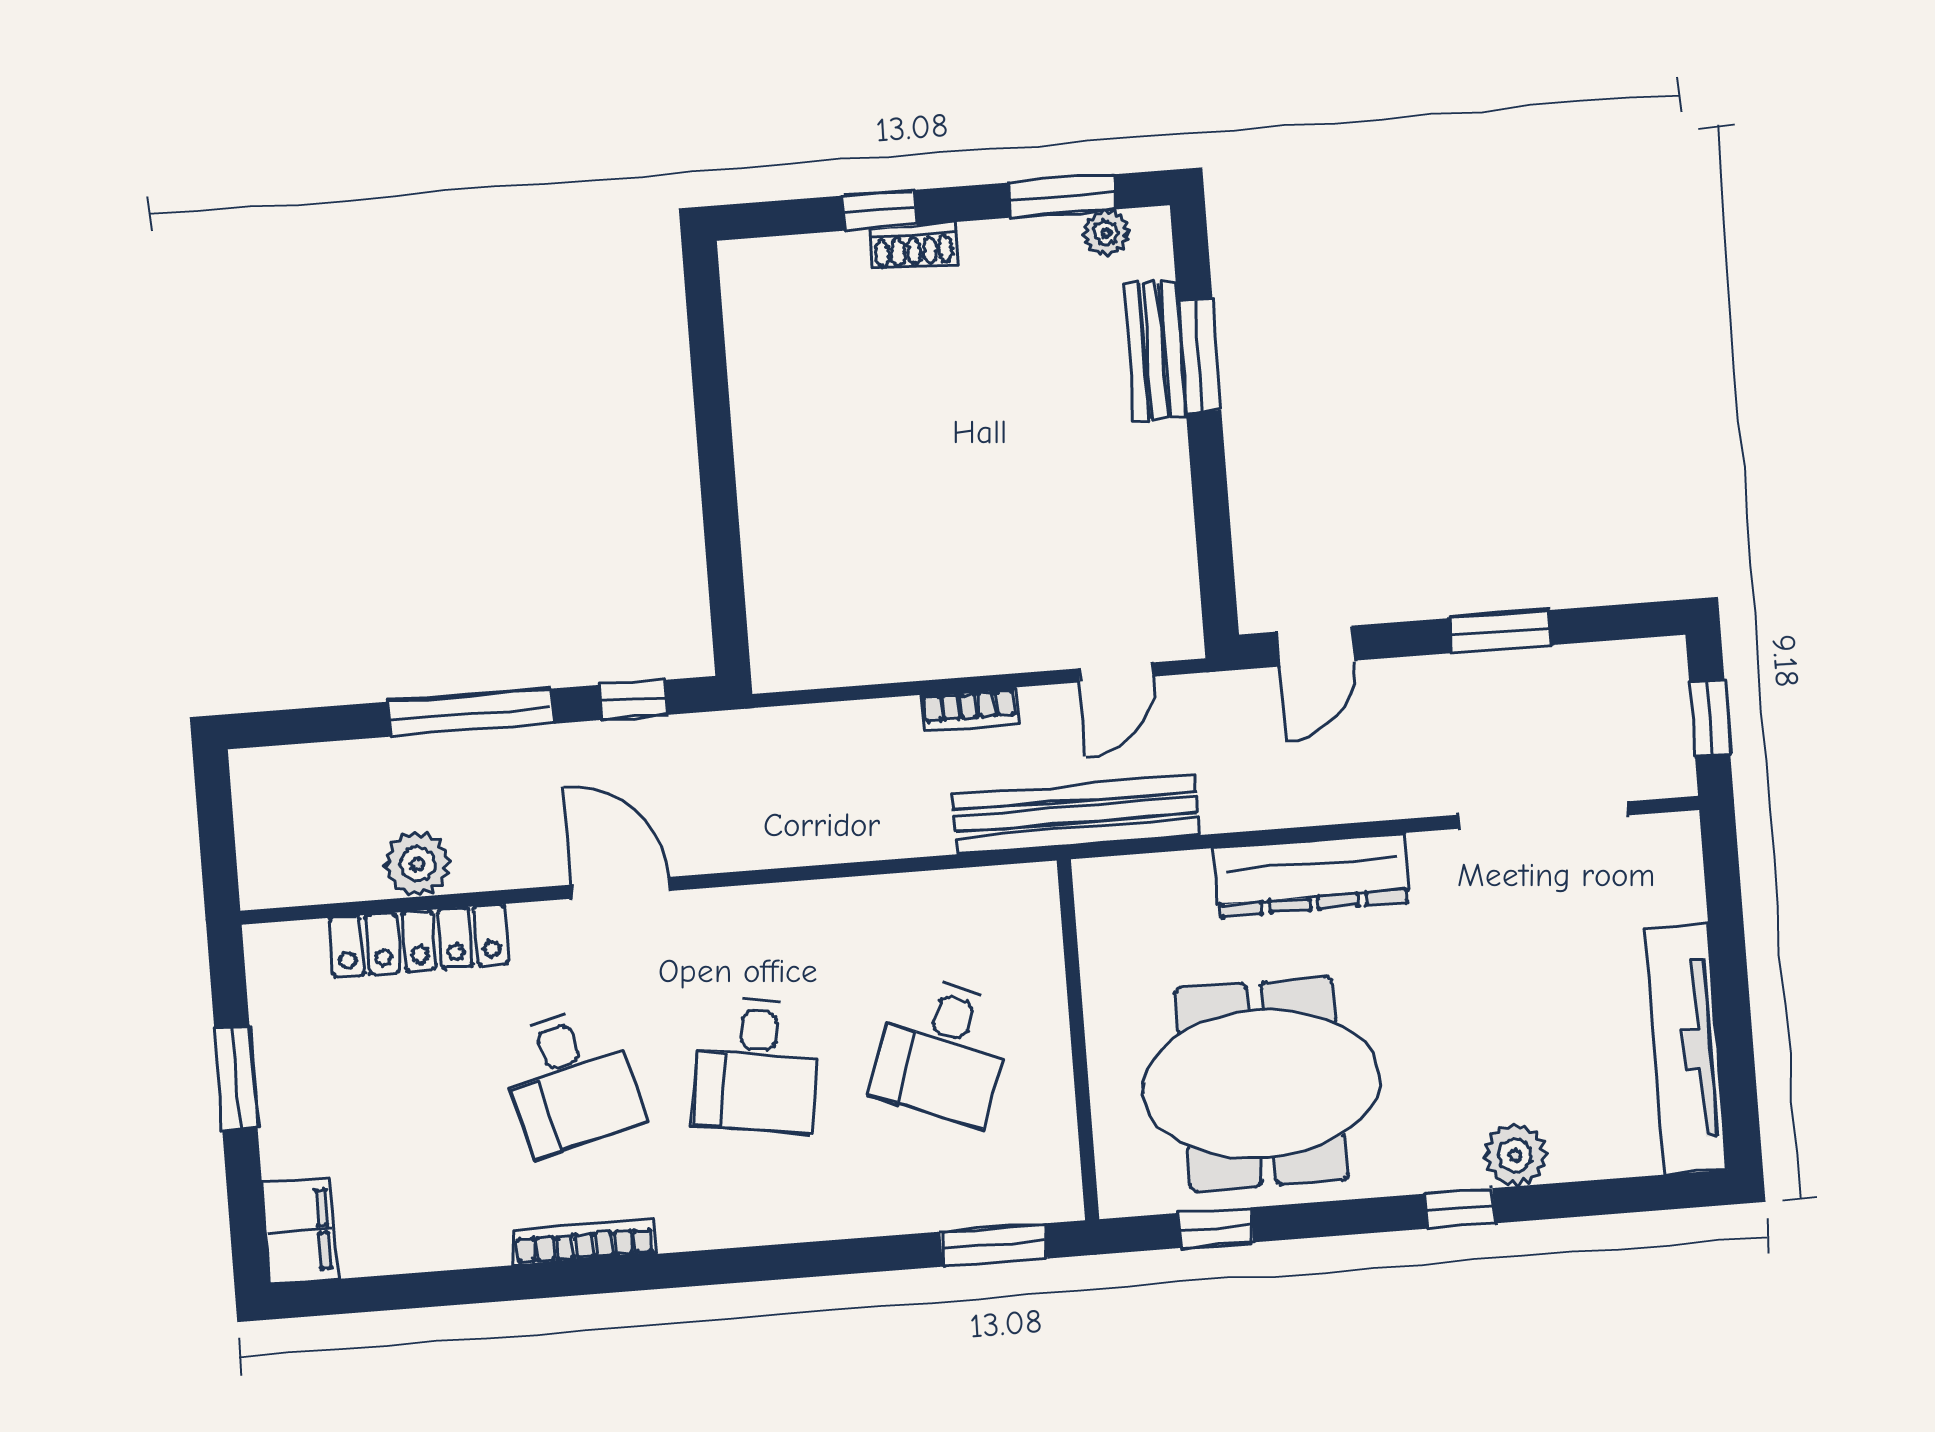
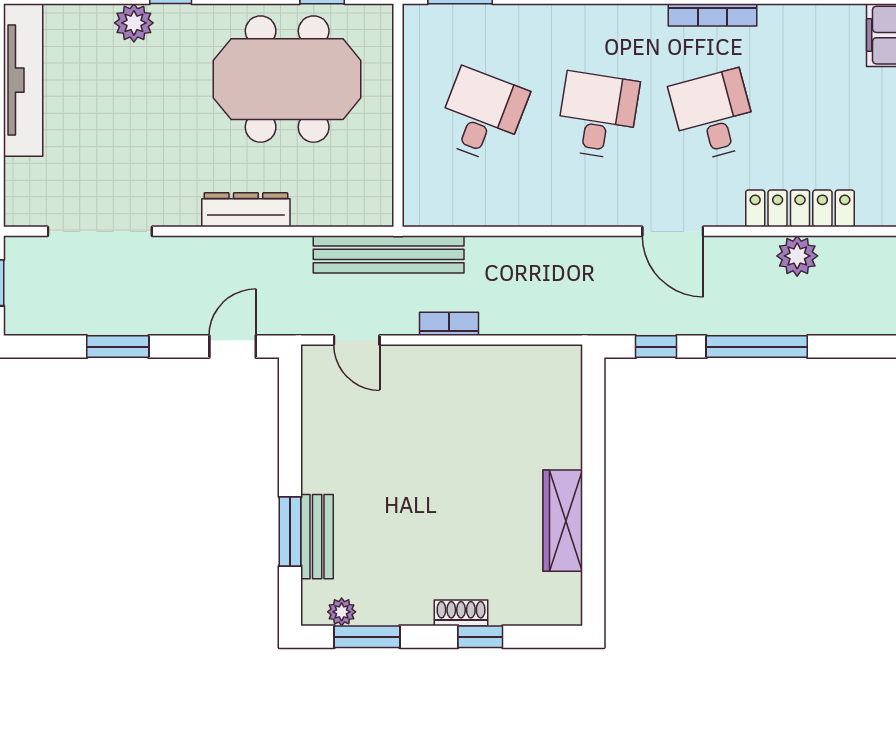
wardrobe: (762, 408) -> (563, 521), added
door: (1116, 672) -> (357, 340), swing flipped
dresser: (1312, 875) -> (246, 210), width x0.73, depth x0.80

